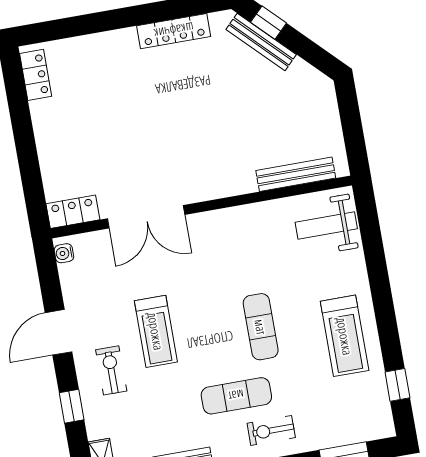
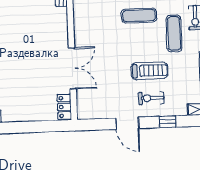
water cooler: (64, 253) -> (86, 115), removed
treadmill: (156, 331) -> (149, 71), moved

